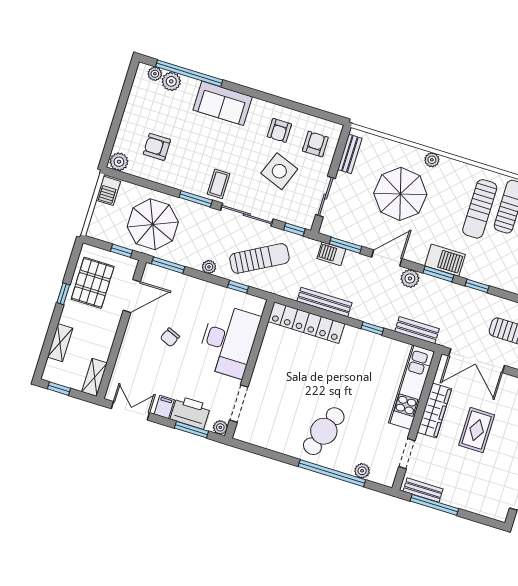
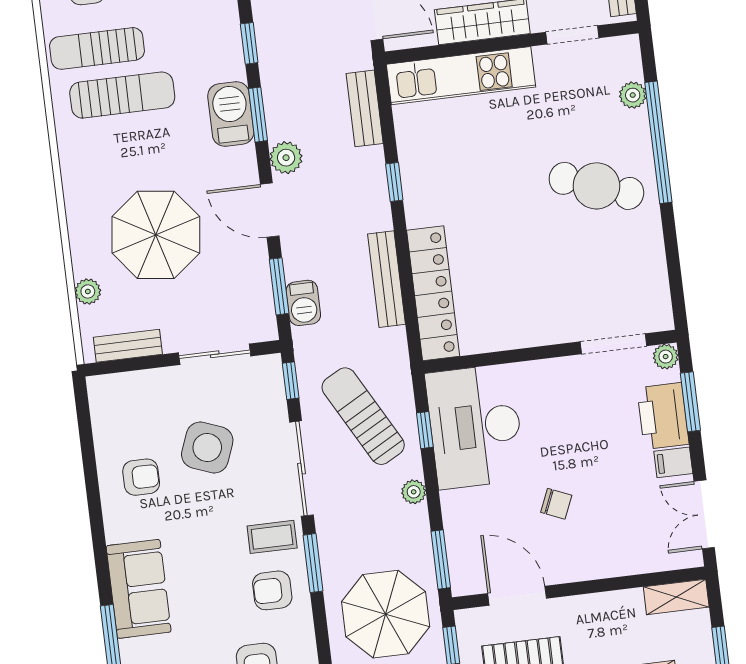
armchair: (315, 144) -> (272, 590), moved
plant: (432, 160) -> (88, 291), moved
desk: (229, 341) -> (475, 426), moved, turned -90

